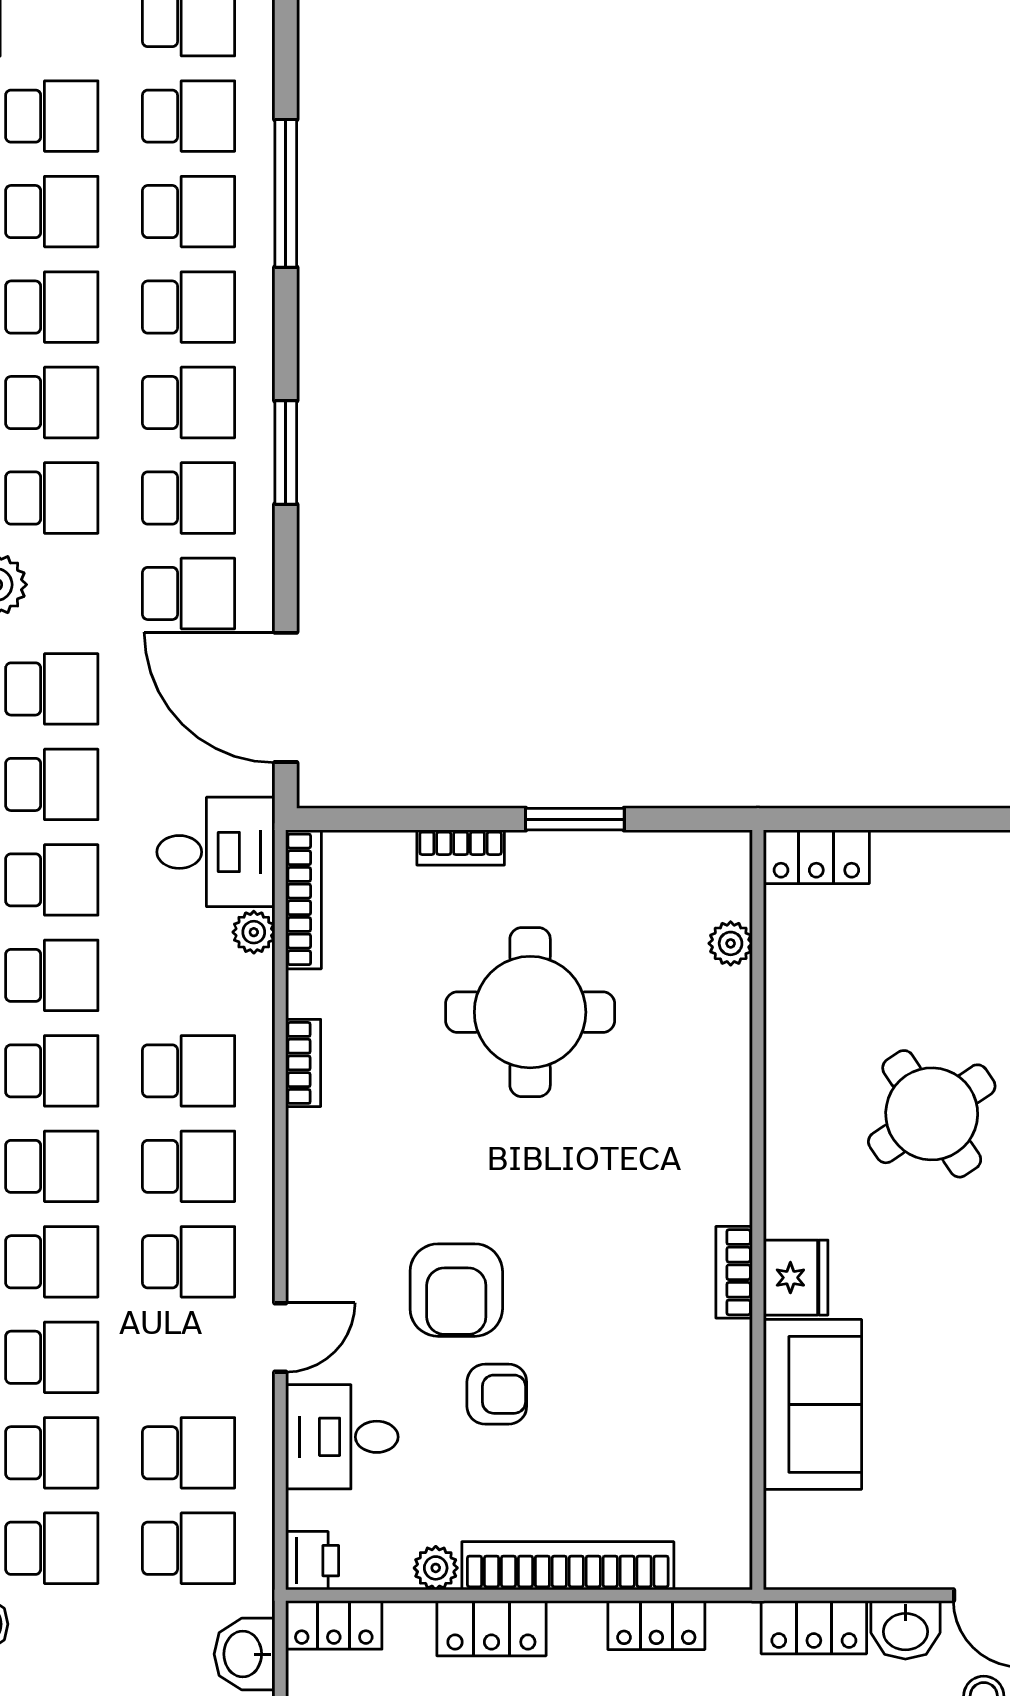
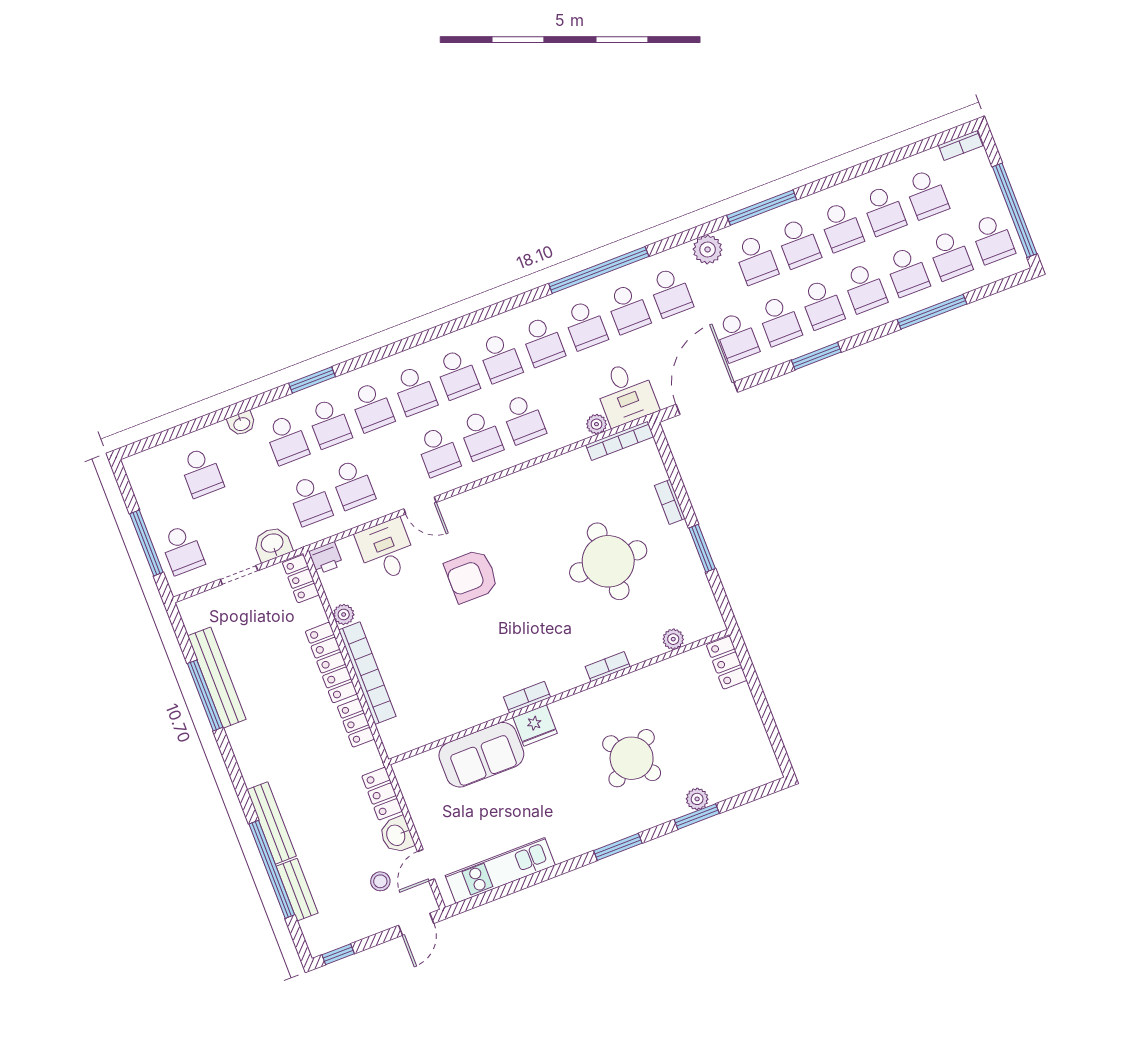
bookcase: (303, 1063) -> (608, 667), moved, turned 180
armchair: (497, 1394) -> (432, 612), removed
locker: (491, 1628) -> (331, 663), width x1.53

